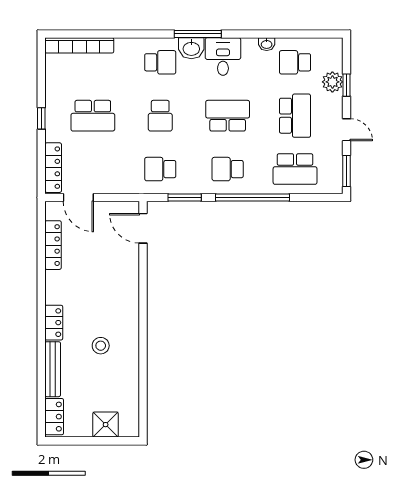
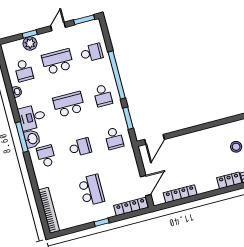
school desk: (228, 116) -> (69, 104), turned 90
school desk: (295, 169) -> (92, 53), width x0.54

